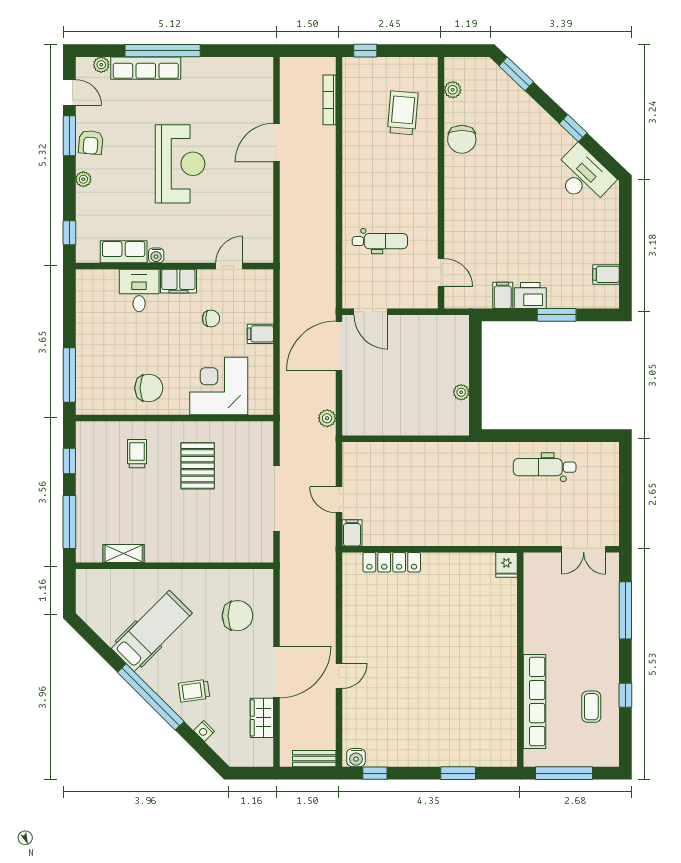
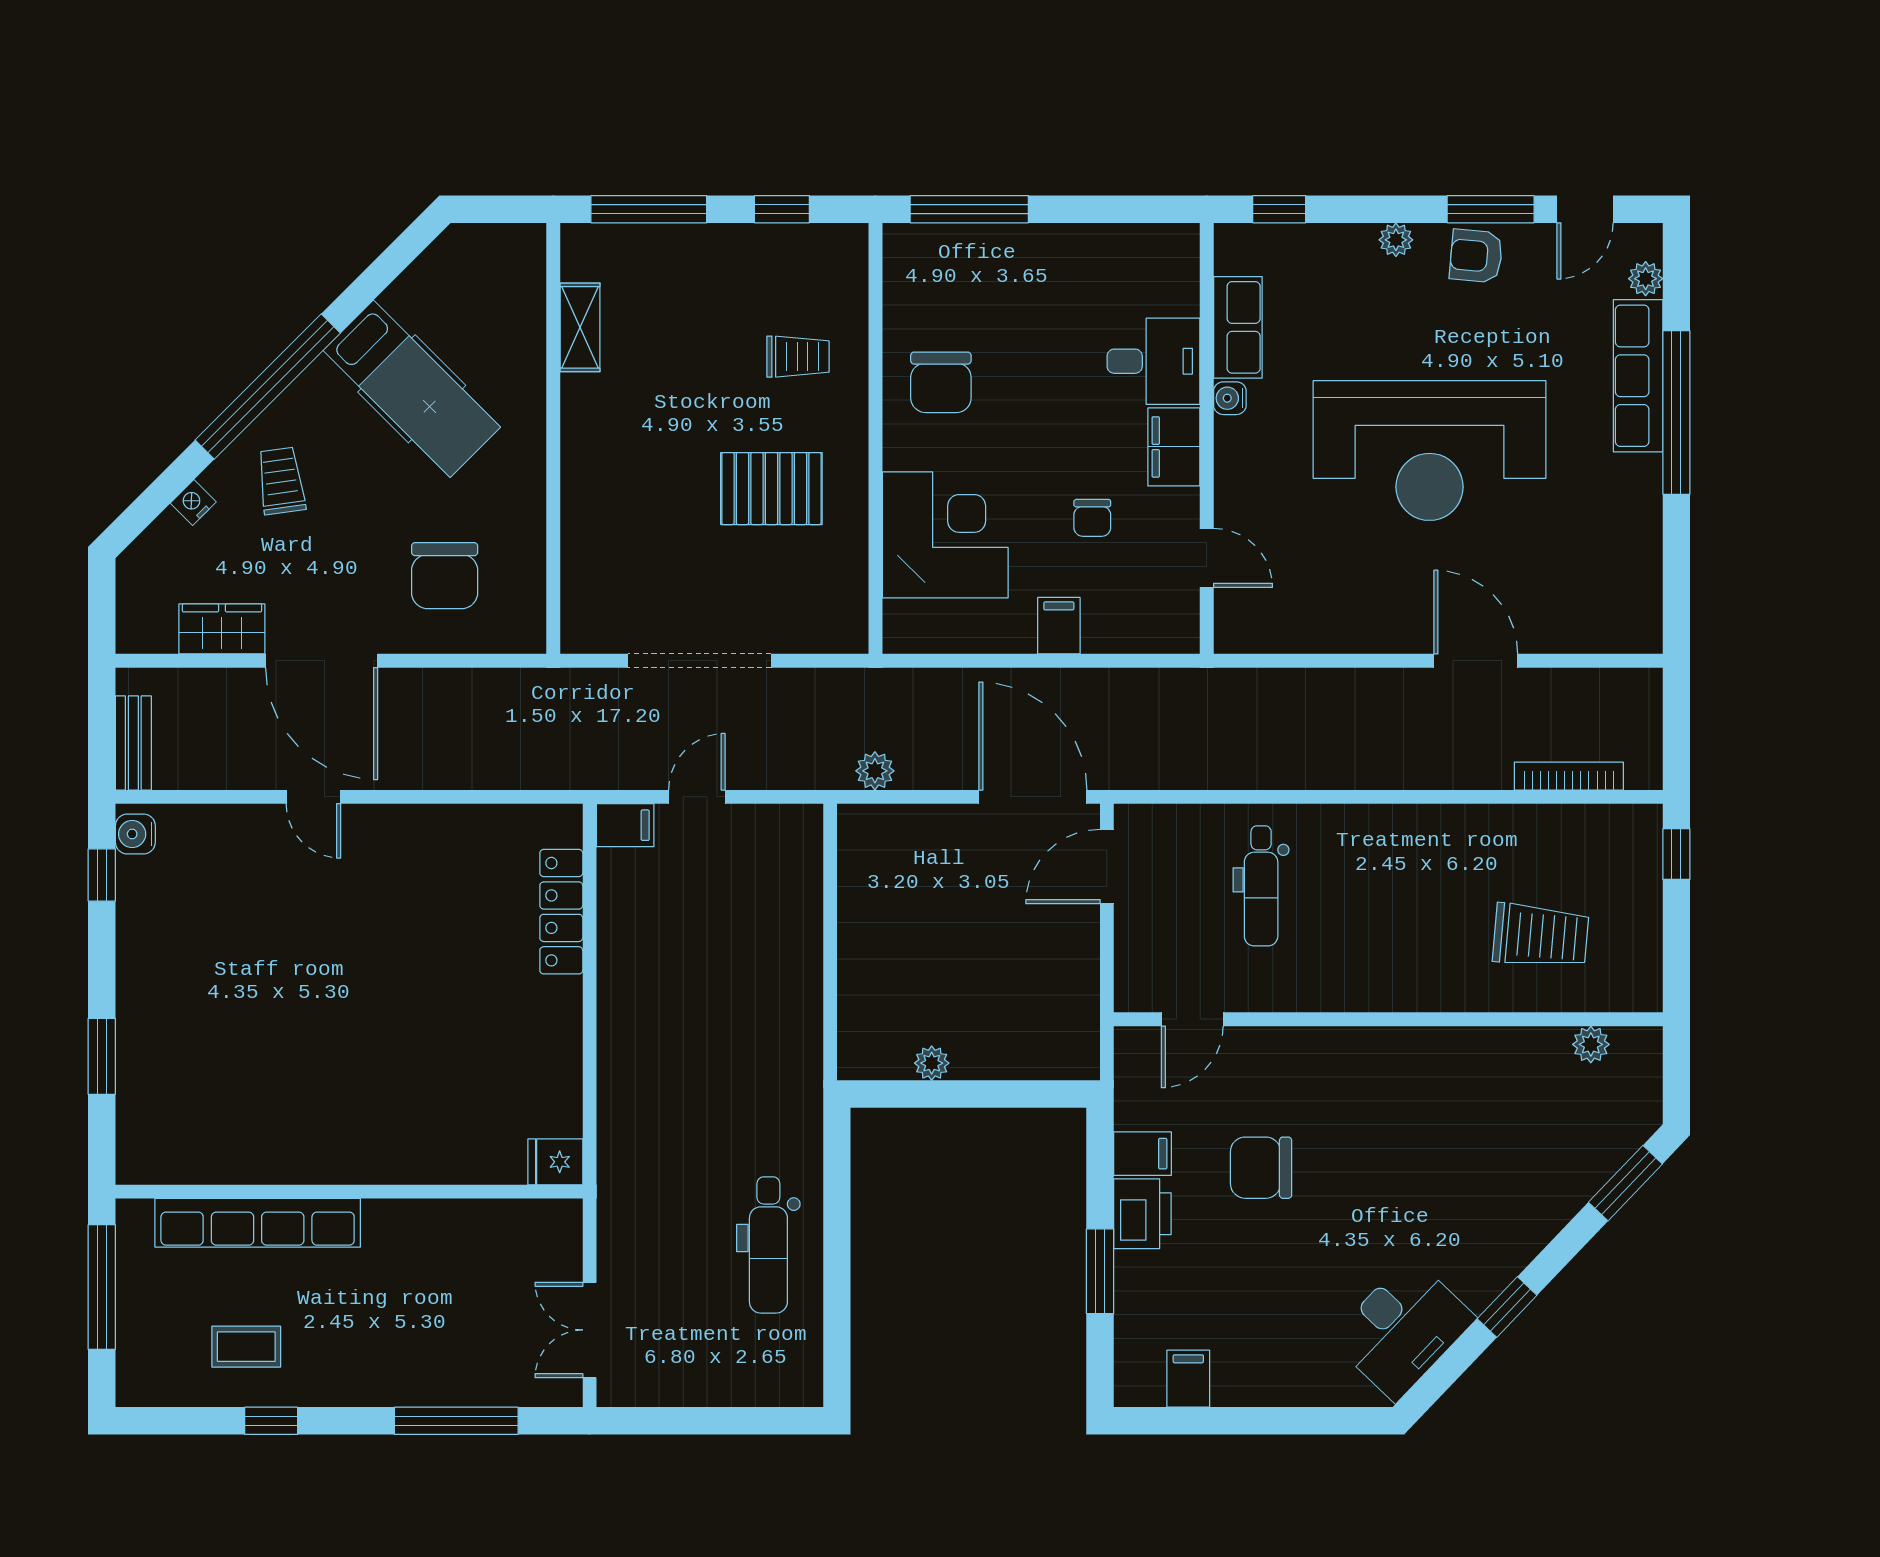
chair: (462, 139) -> (1261, 1168), moved
reception desk: (180, 164) -> (1429, 451), width x1.36, depth x1.30
dental chair: (545, 467) -> (768, 1245), turned 180

